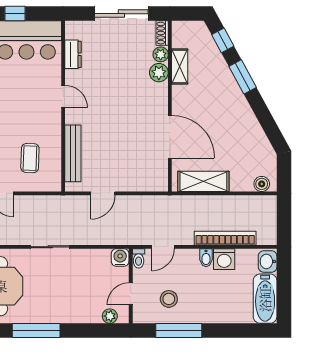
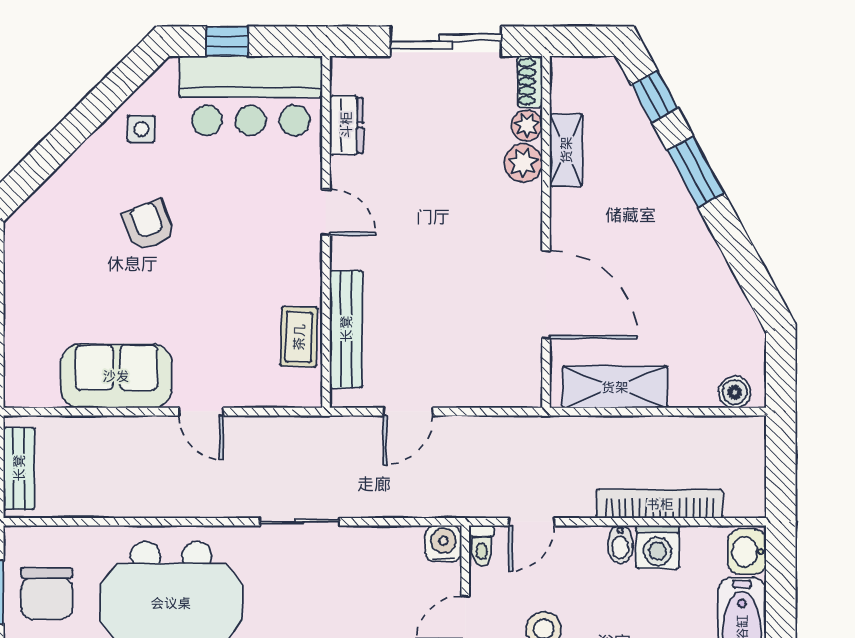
coffee table: (30, 158) -> (299, 337), moved

